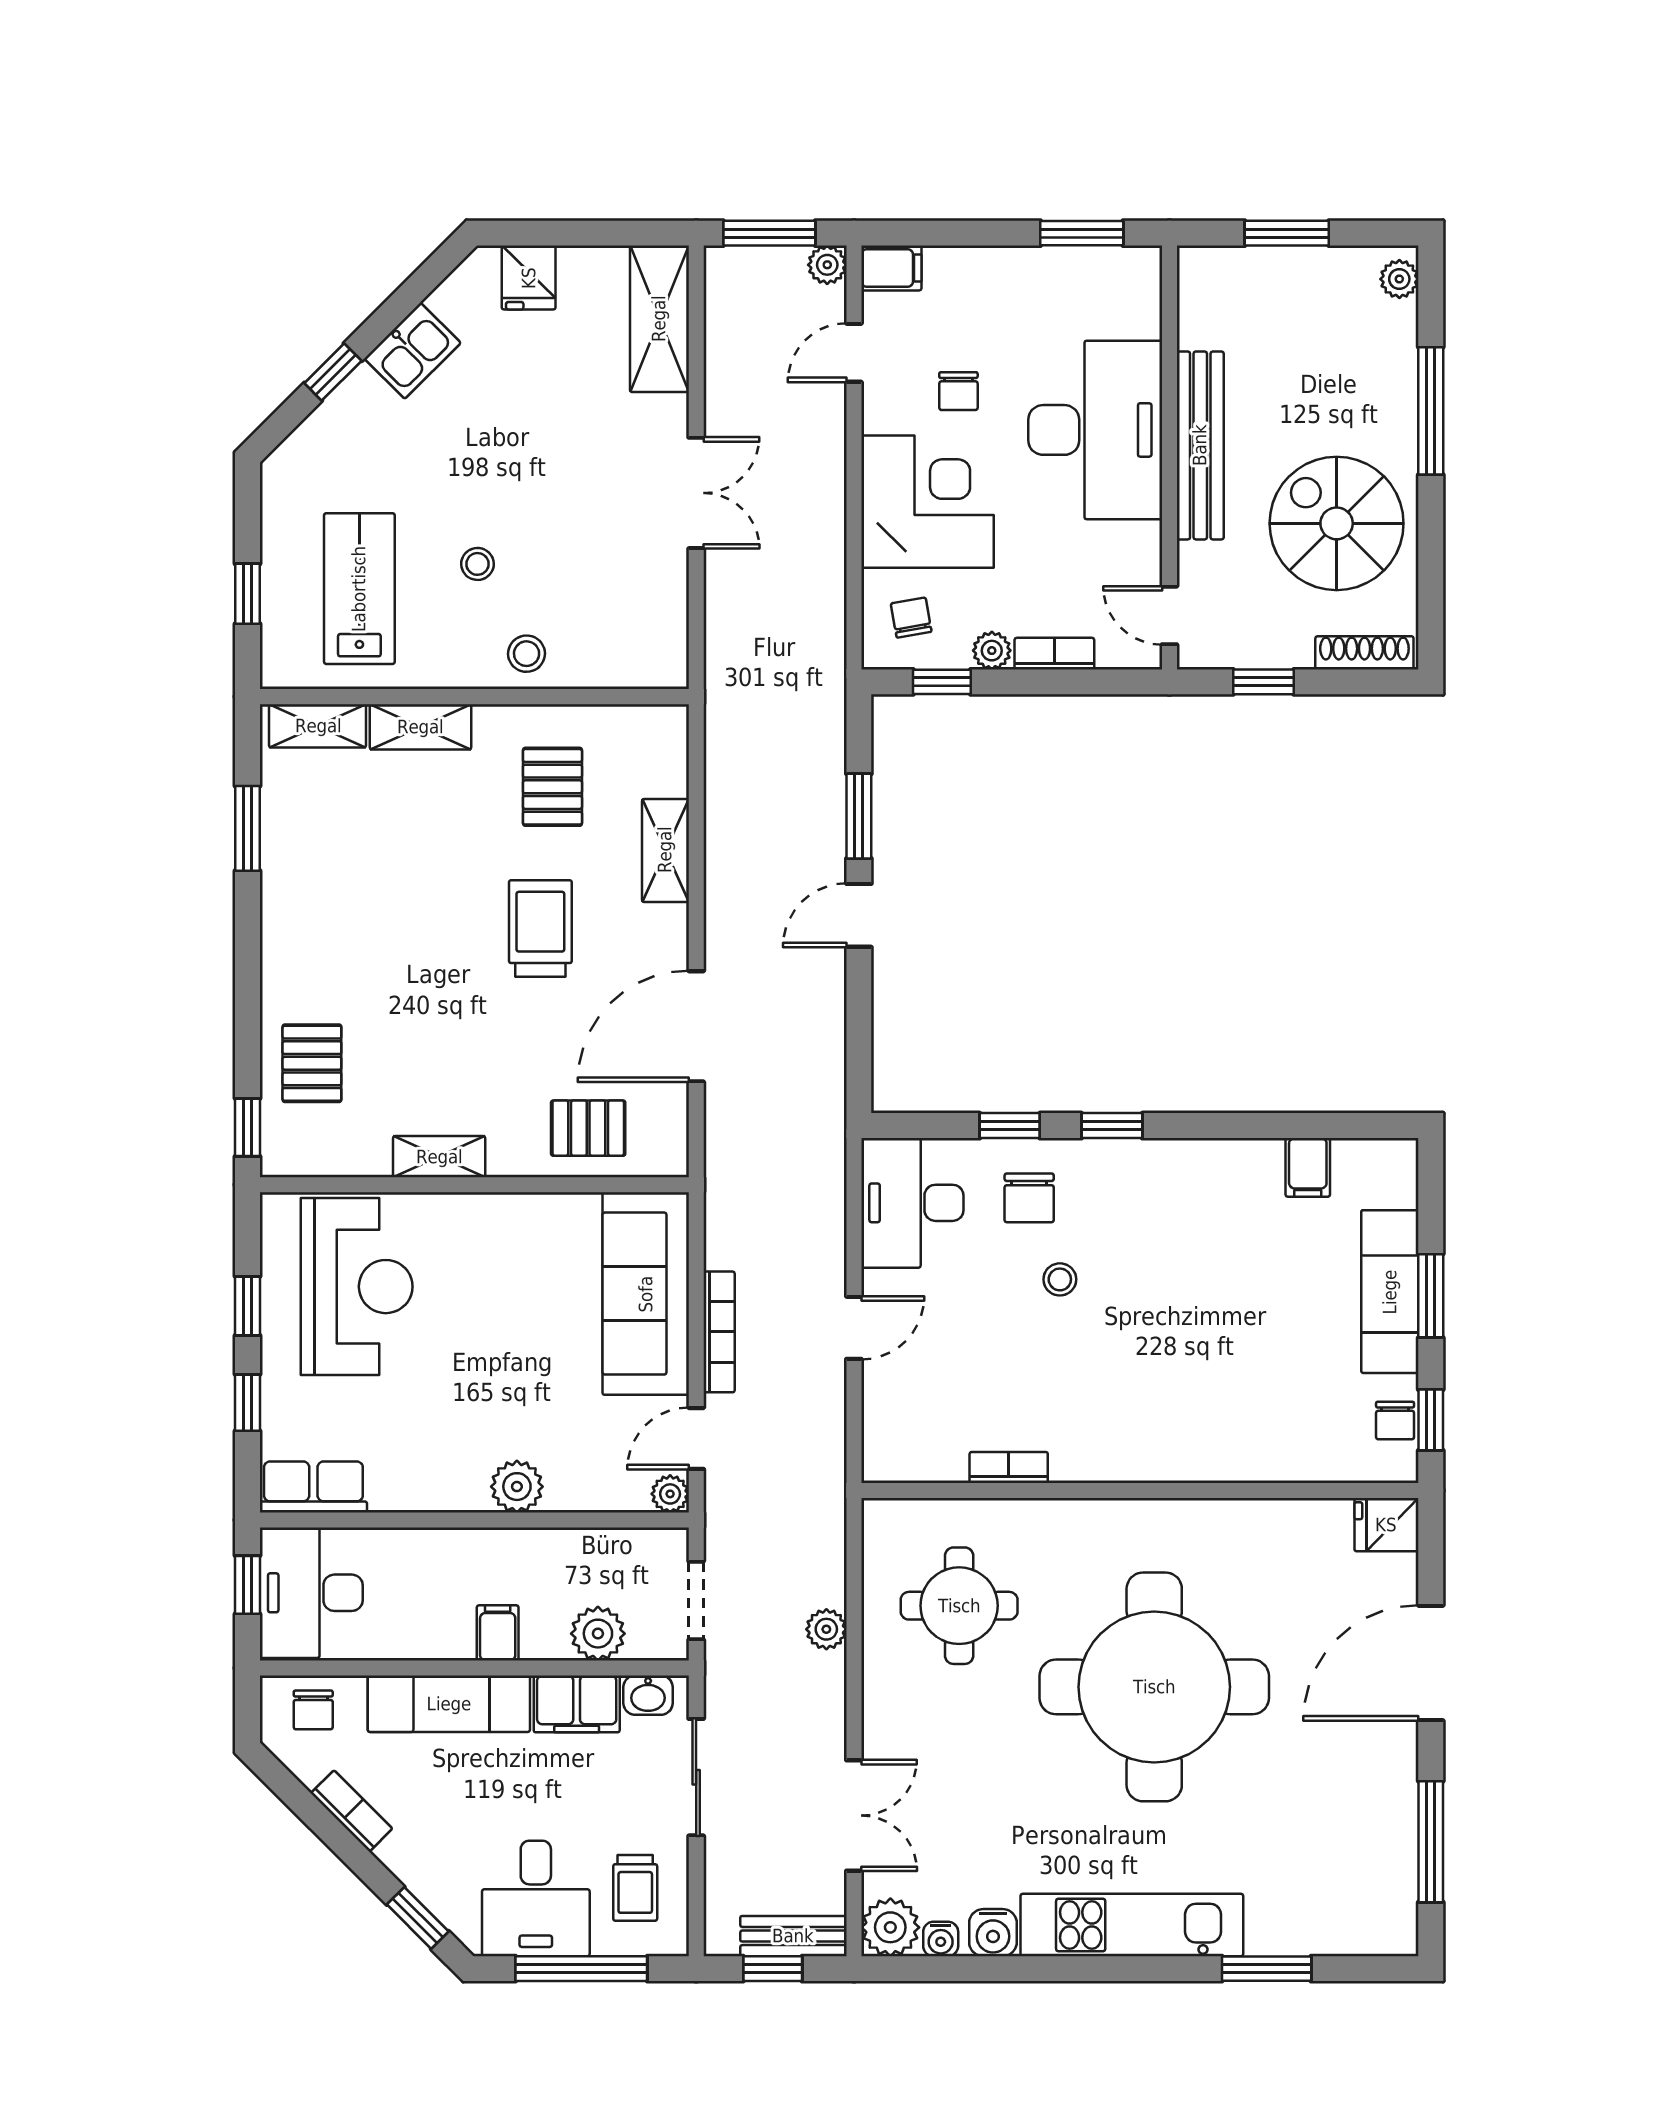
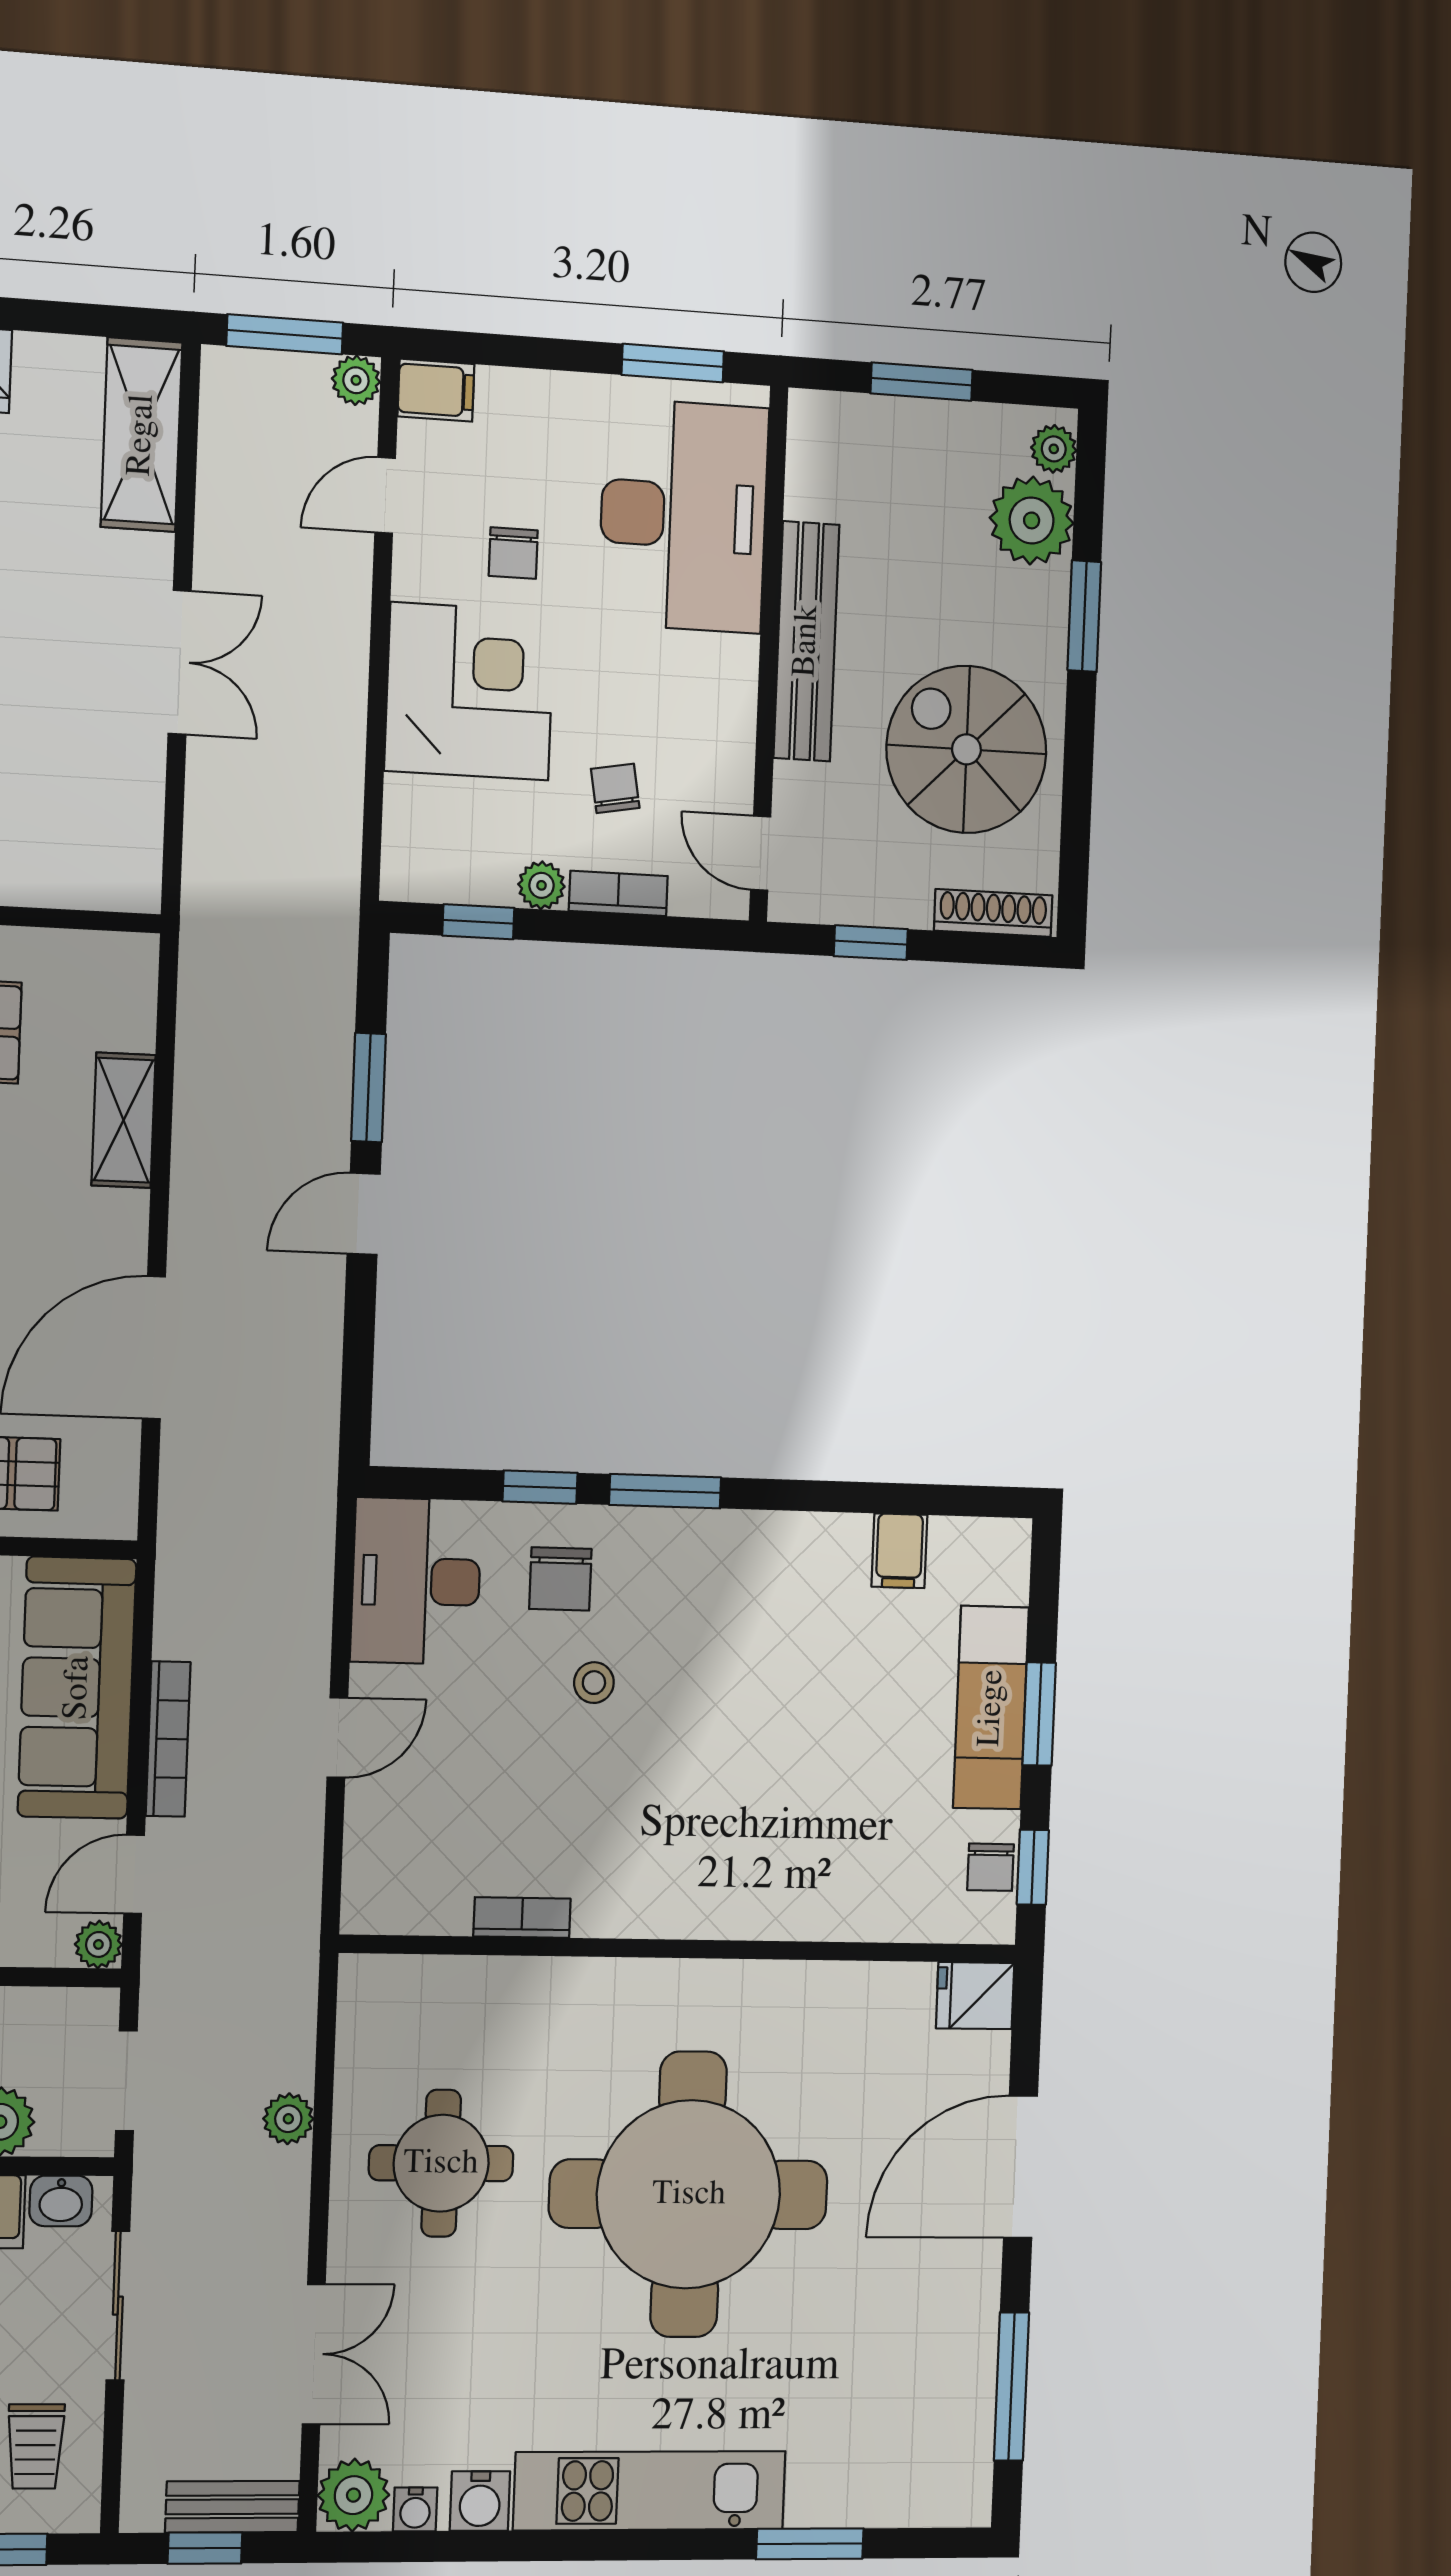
plant: (1383, 337) -> (1032, 520), added
window: (1431, 411) -> (1084, 616), width x0.69
desk: (1095, 430) -> (683, 516), moved
chair: (911, 618) -> (615, 788), moved
window: (1112, 1126) -> (665, 1491), width x1.50
round table: (959, 1606) -> (441, 2163), moved

